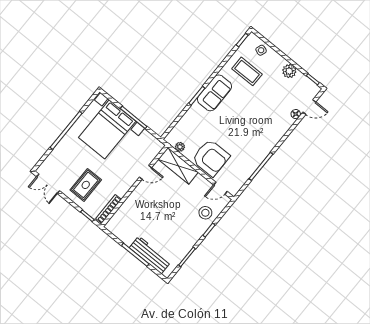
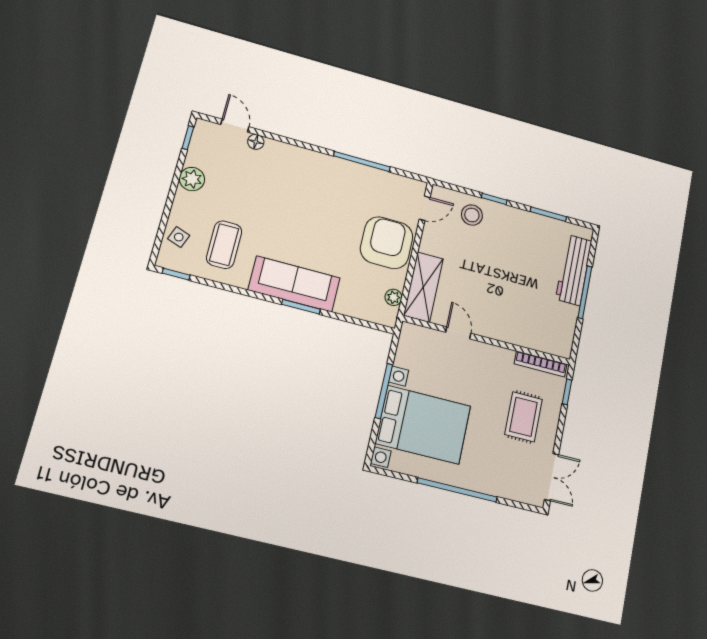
sofa: (214, 93) -> (294, 284), width x1.36
rug: (86, 185) -> (523, 417), turned 90
door: (220, 188) -> (425, 208), hinge flipped

